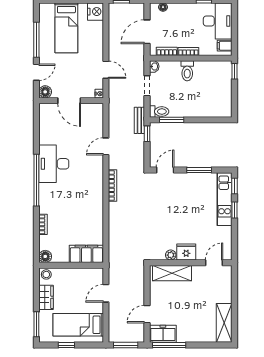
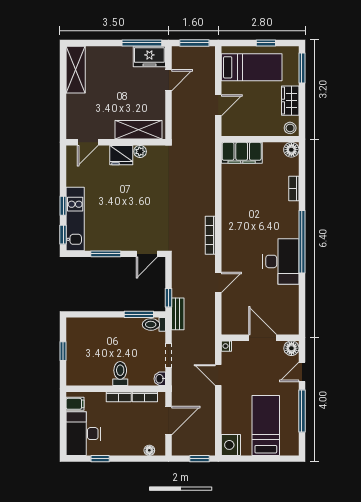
window: (235, 71) -> (63, 351), moved

